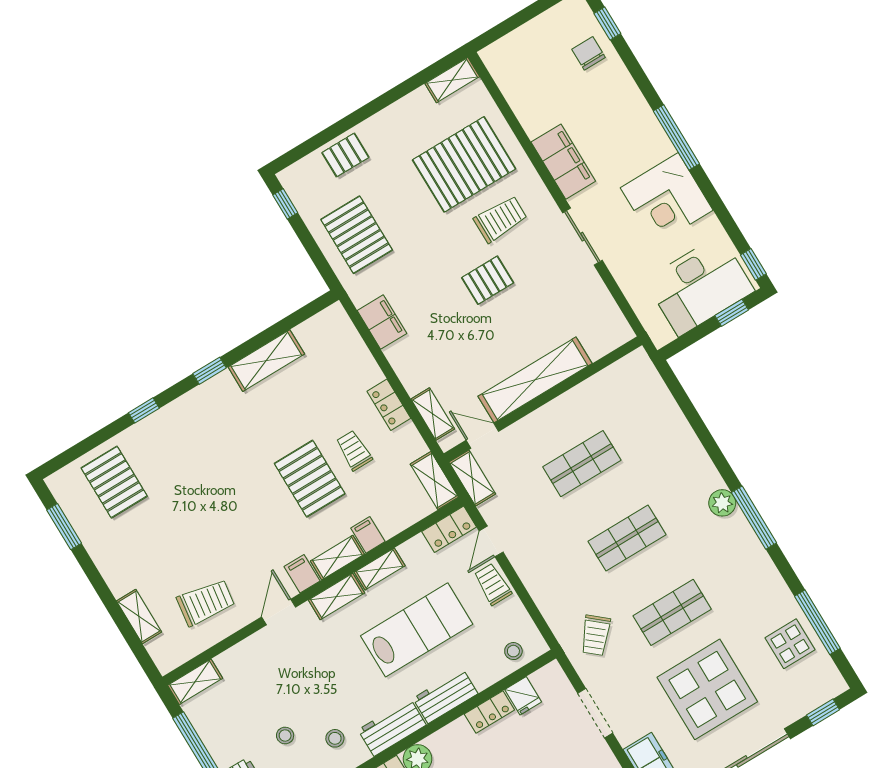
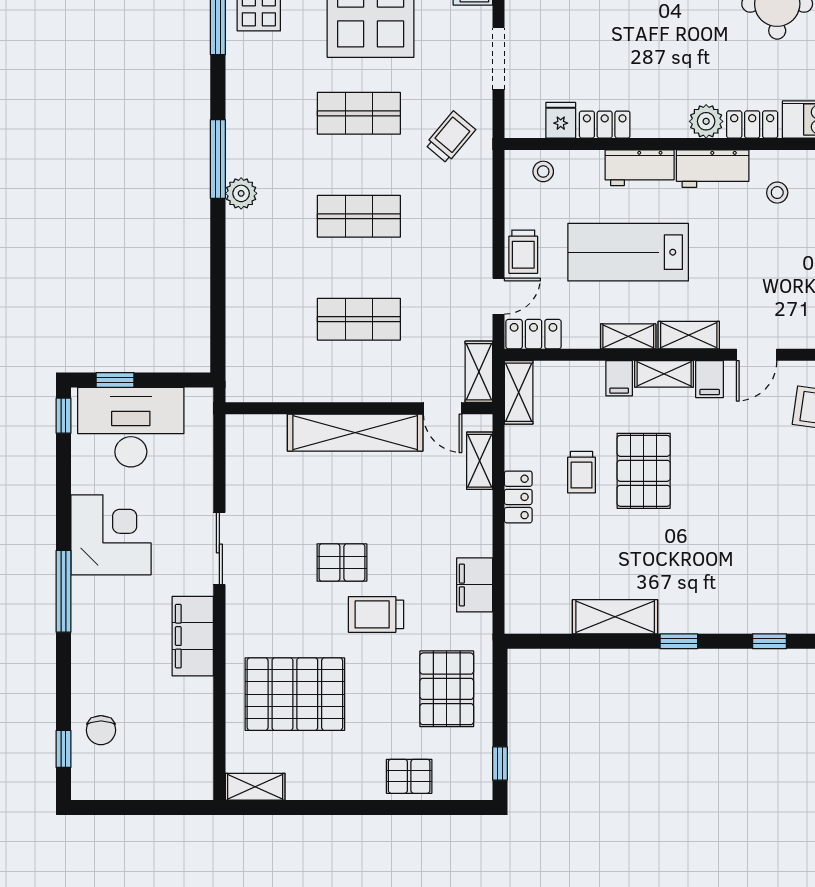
trolley: (500, 219) -> (376, 614), moved

